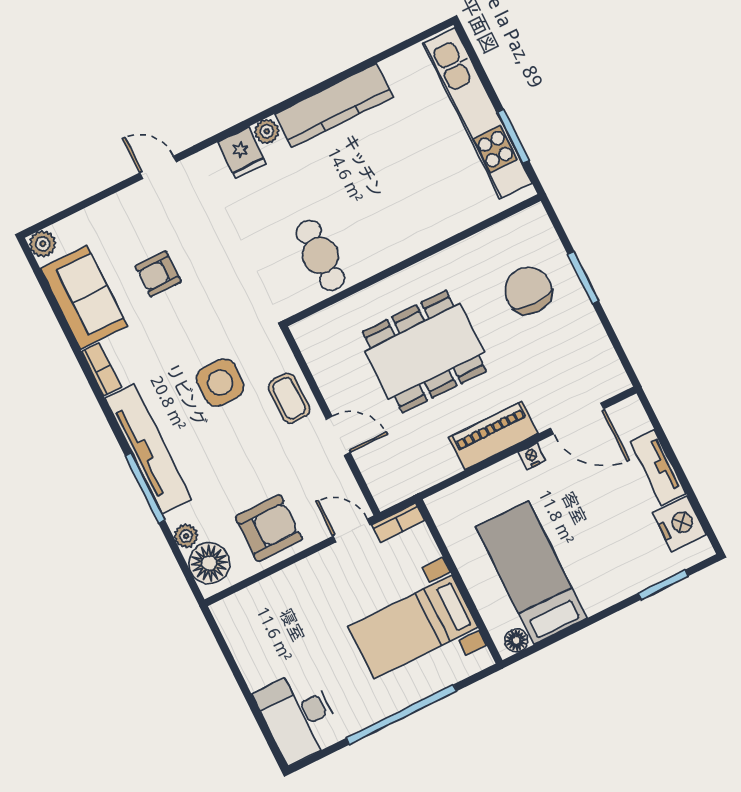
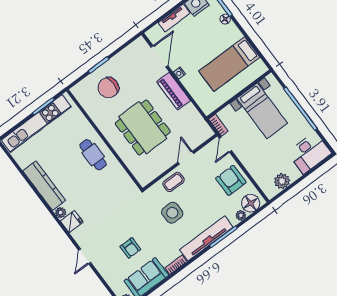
cafe table: (320, 255) -> (93, 155), moved, turned 90
floor lamp: (516, 640) -> (225, 19), moved
plant: (246, 643) -> (282, 181), added

